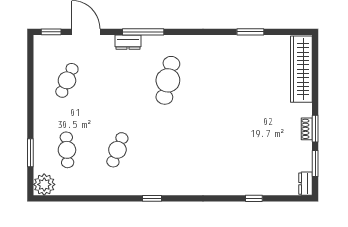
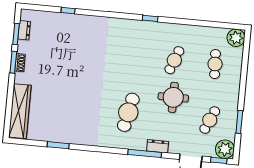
plant: (45, 46) -> (225, 149), added
round table: (114, 104) -> (173, 97), added
window: (30, 153) -> (239, 122), moved
dresser: (305, 184) -> (24, 30), moved

